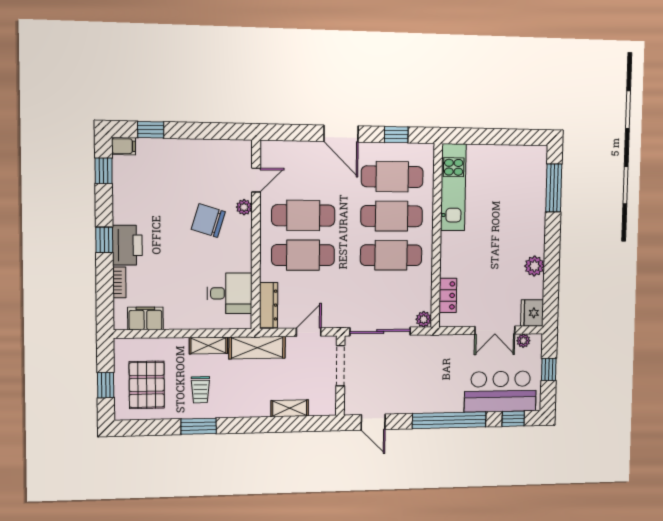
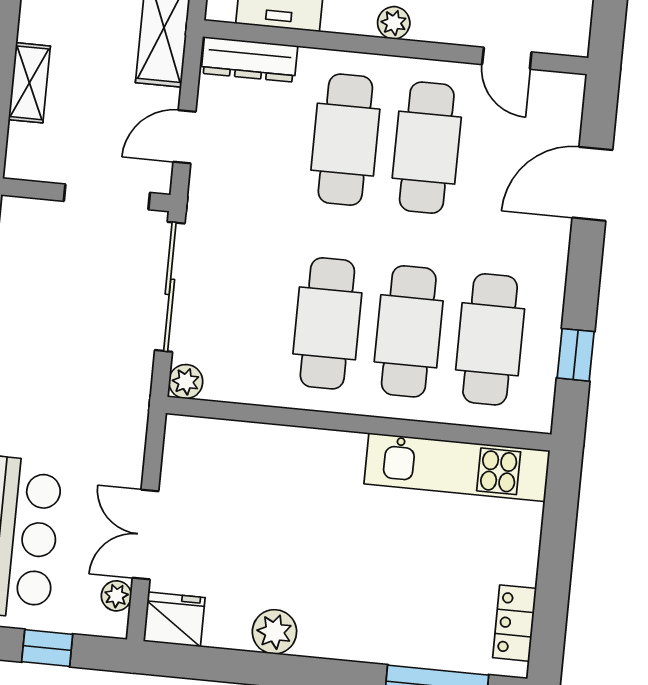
door: (341, 134) -> (592, 184), moved
plant: (244, 207) -> (394, 23), moved
locker: (448, 295) -> (515, 623), moved, turned 90
door: (309, 332) -> (185, 137), swing flipped

